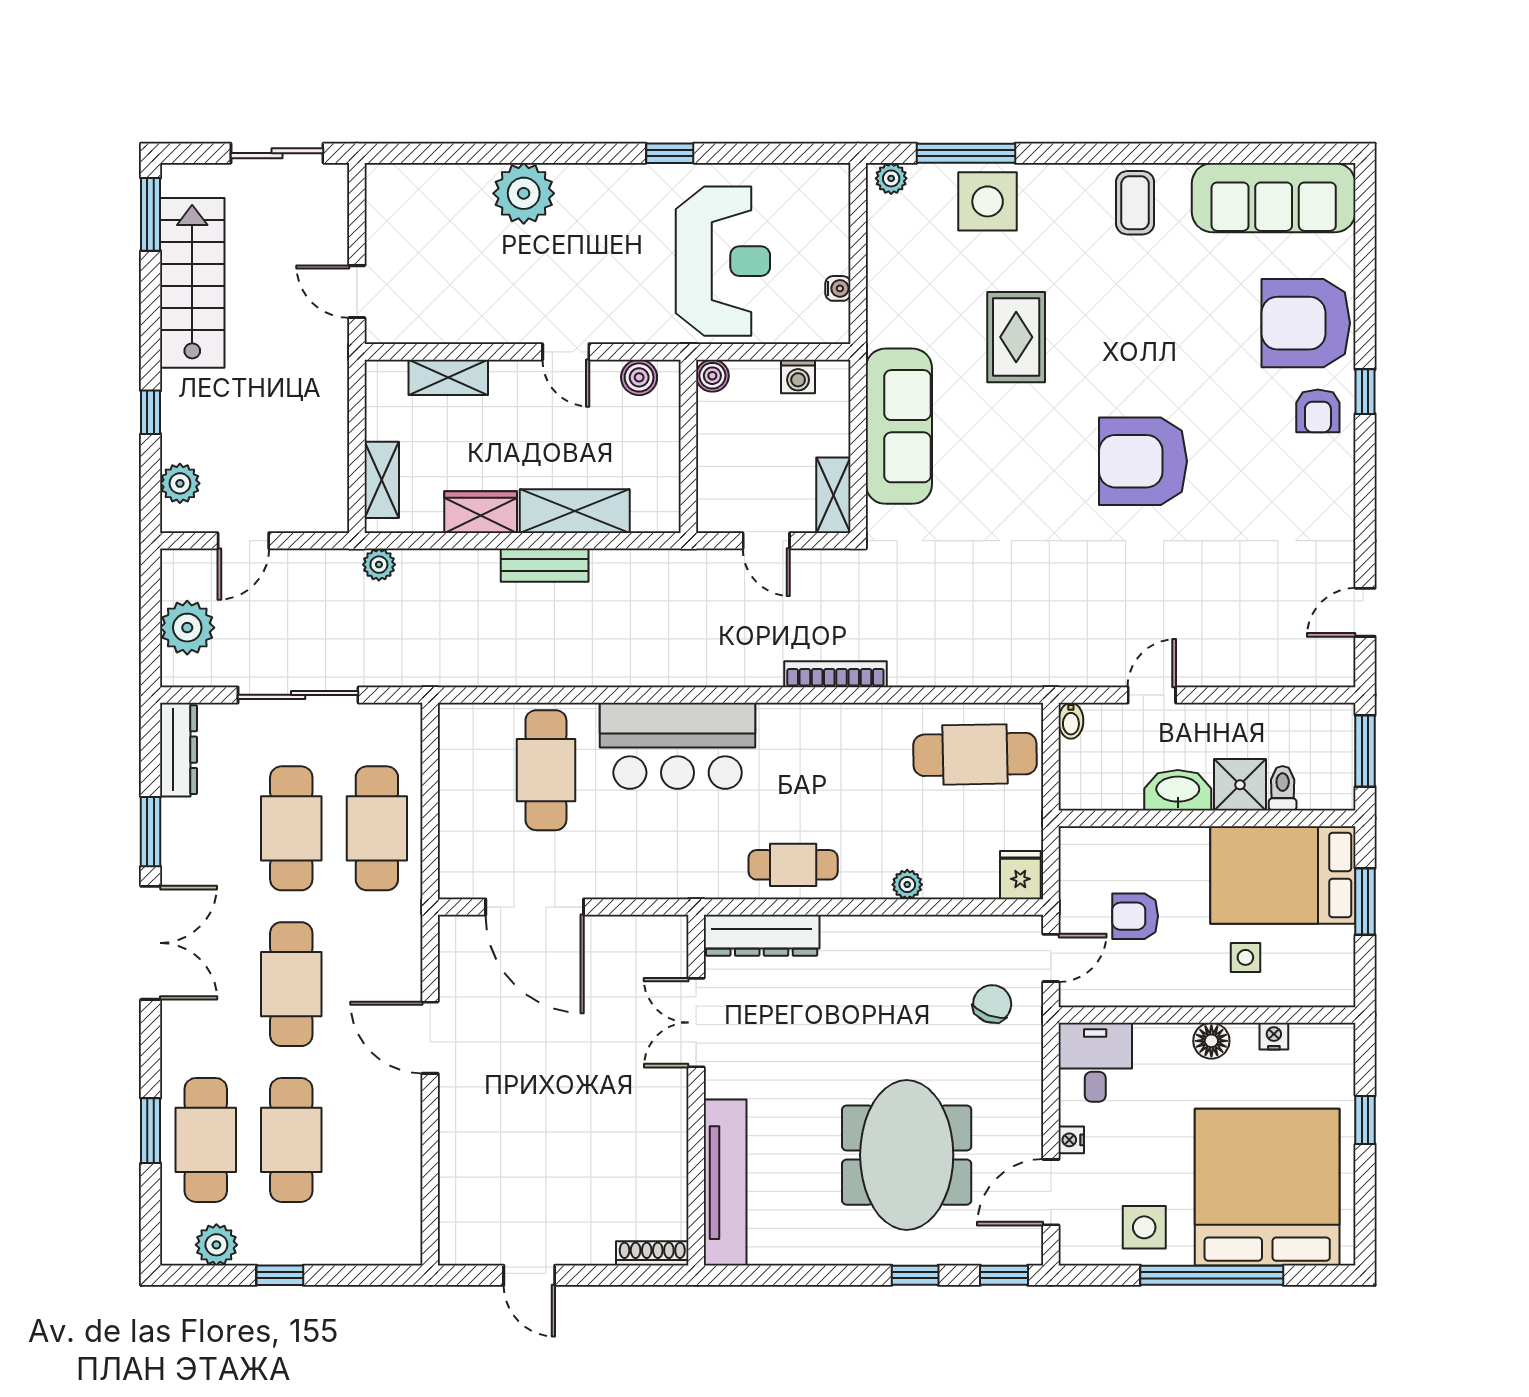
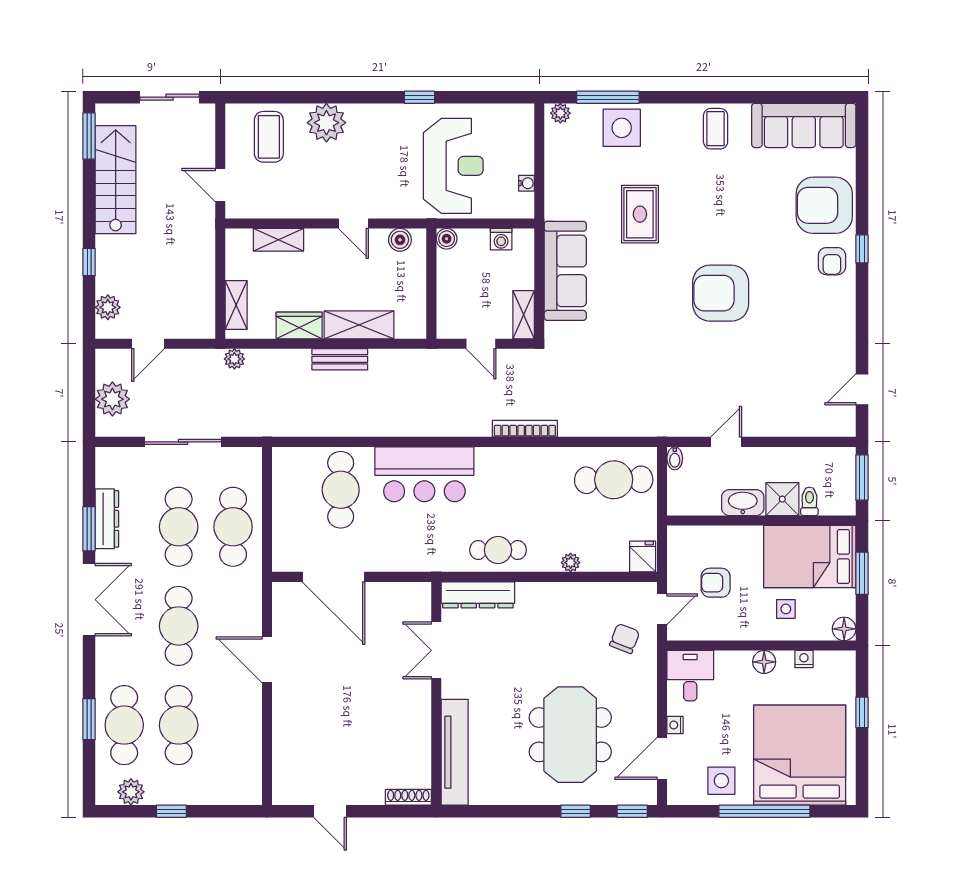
coffee table: (433, 216) -> (269, 137), added
dresser: (179, 750) -> (107, 519), moved
floor lamp: (1337, 989) -> (844, 629), added

